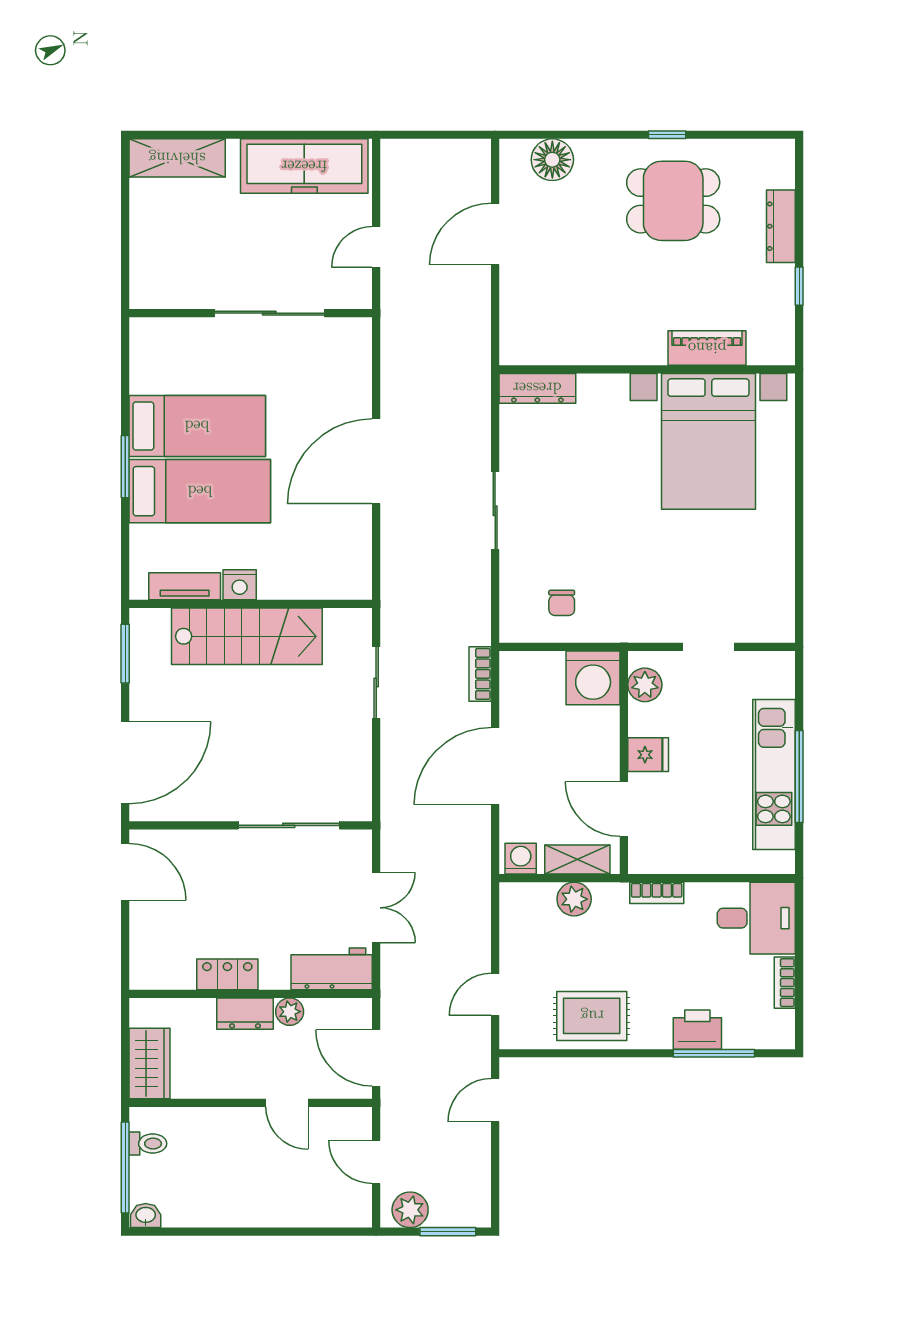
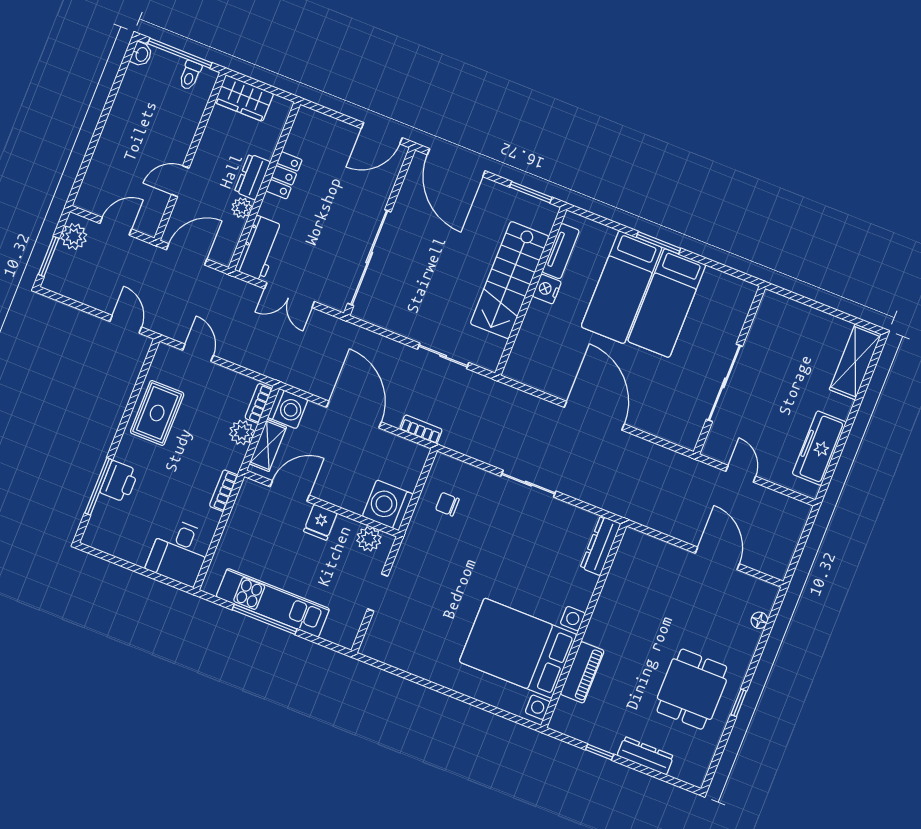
floor lamp: (552, 160) -> (759, 620), width x0.53, depth x0.53
freezer: (304, 166) -> (819, 448), width x0.73, depth x0.79
sliding door: (289, 825) -> (369, 258), width x1.36
washing machine: (521, 859) -> (288, 409), width x1.38, depth x1.38
bookcase: (785, 983) -> (259, 403), moved, turned -90

